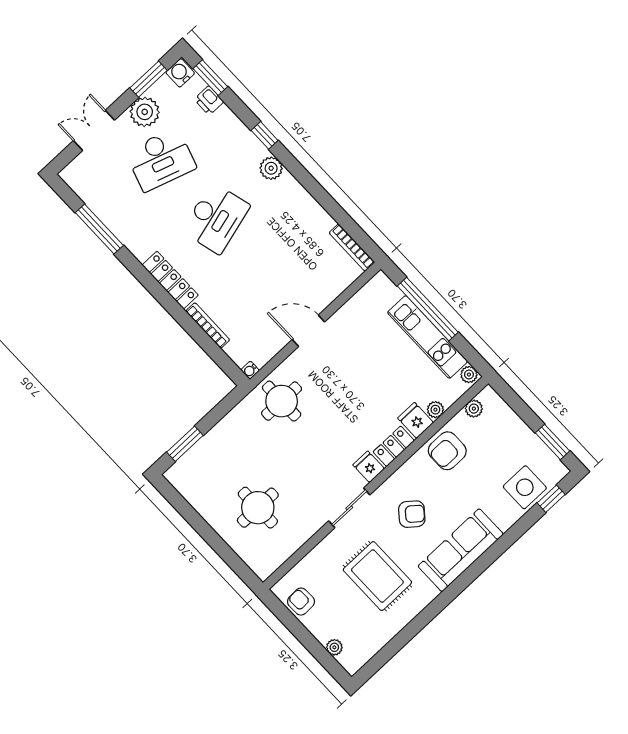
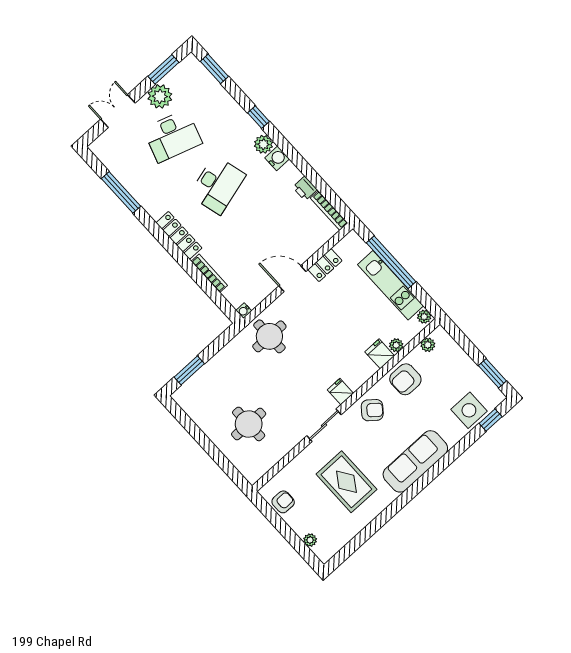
water cooler: (180, 73) -> (277, 158), moved, turned 90
printer: (209, 100) -> (305, 188), moved
locker: (394, 446) -> (325, 265), moved, turned 180
armchair: (412, 514) -> (372, 410), moved
armchair: (301, 602) -> (283, 502), turned 92

